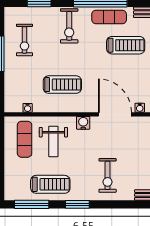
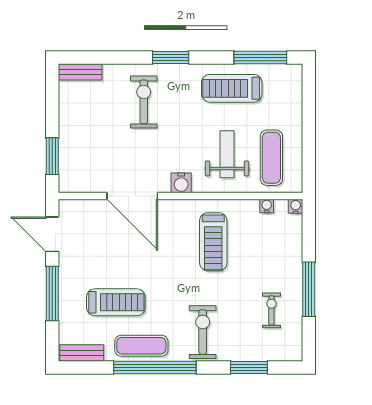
exercise bike: (24, 40) -> (271, 310), width x0.73, depth x0.72
treadmill: (126, 45) -> (116, 302), turned 180
treadmill: (62, 85) -> (213, 242), turned -90
water cooler: (140, 108) -> (296, 206), moved
window: (77, 204) -> (171, 57), moved

